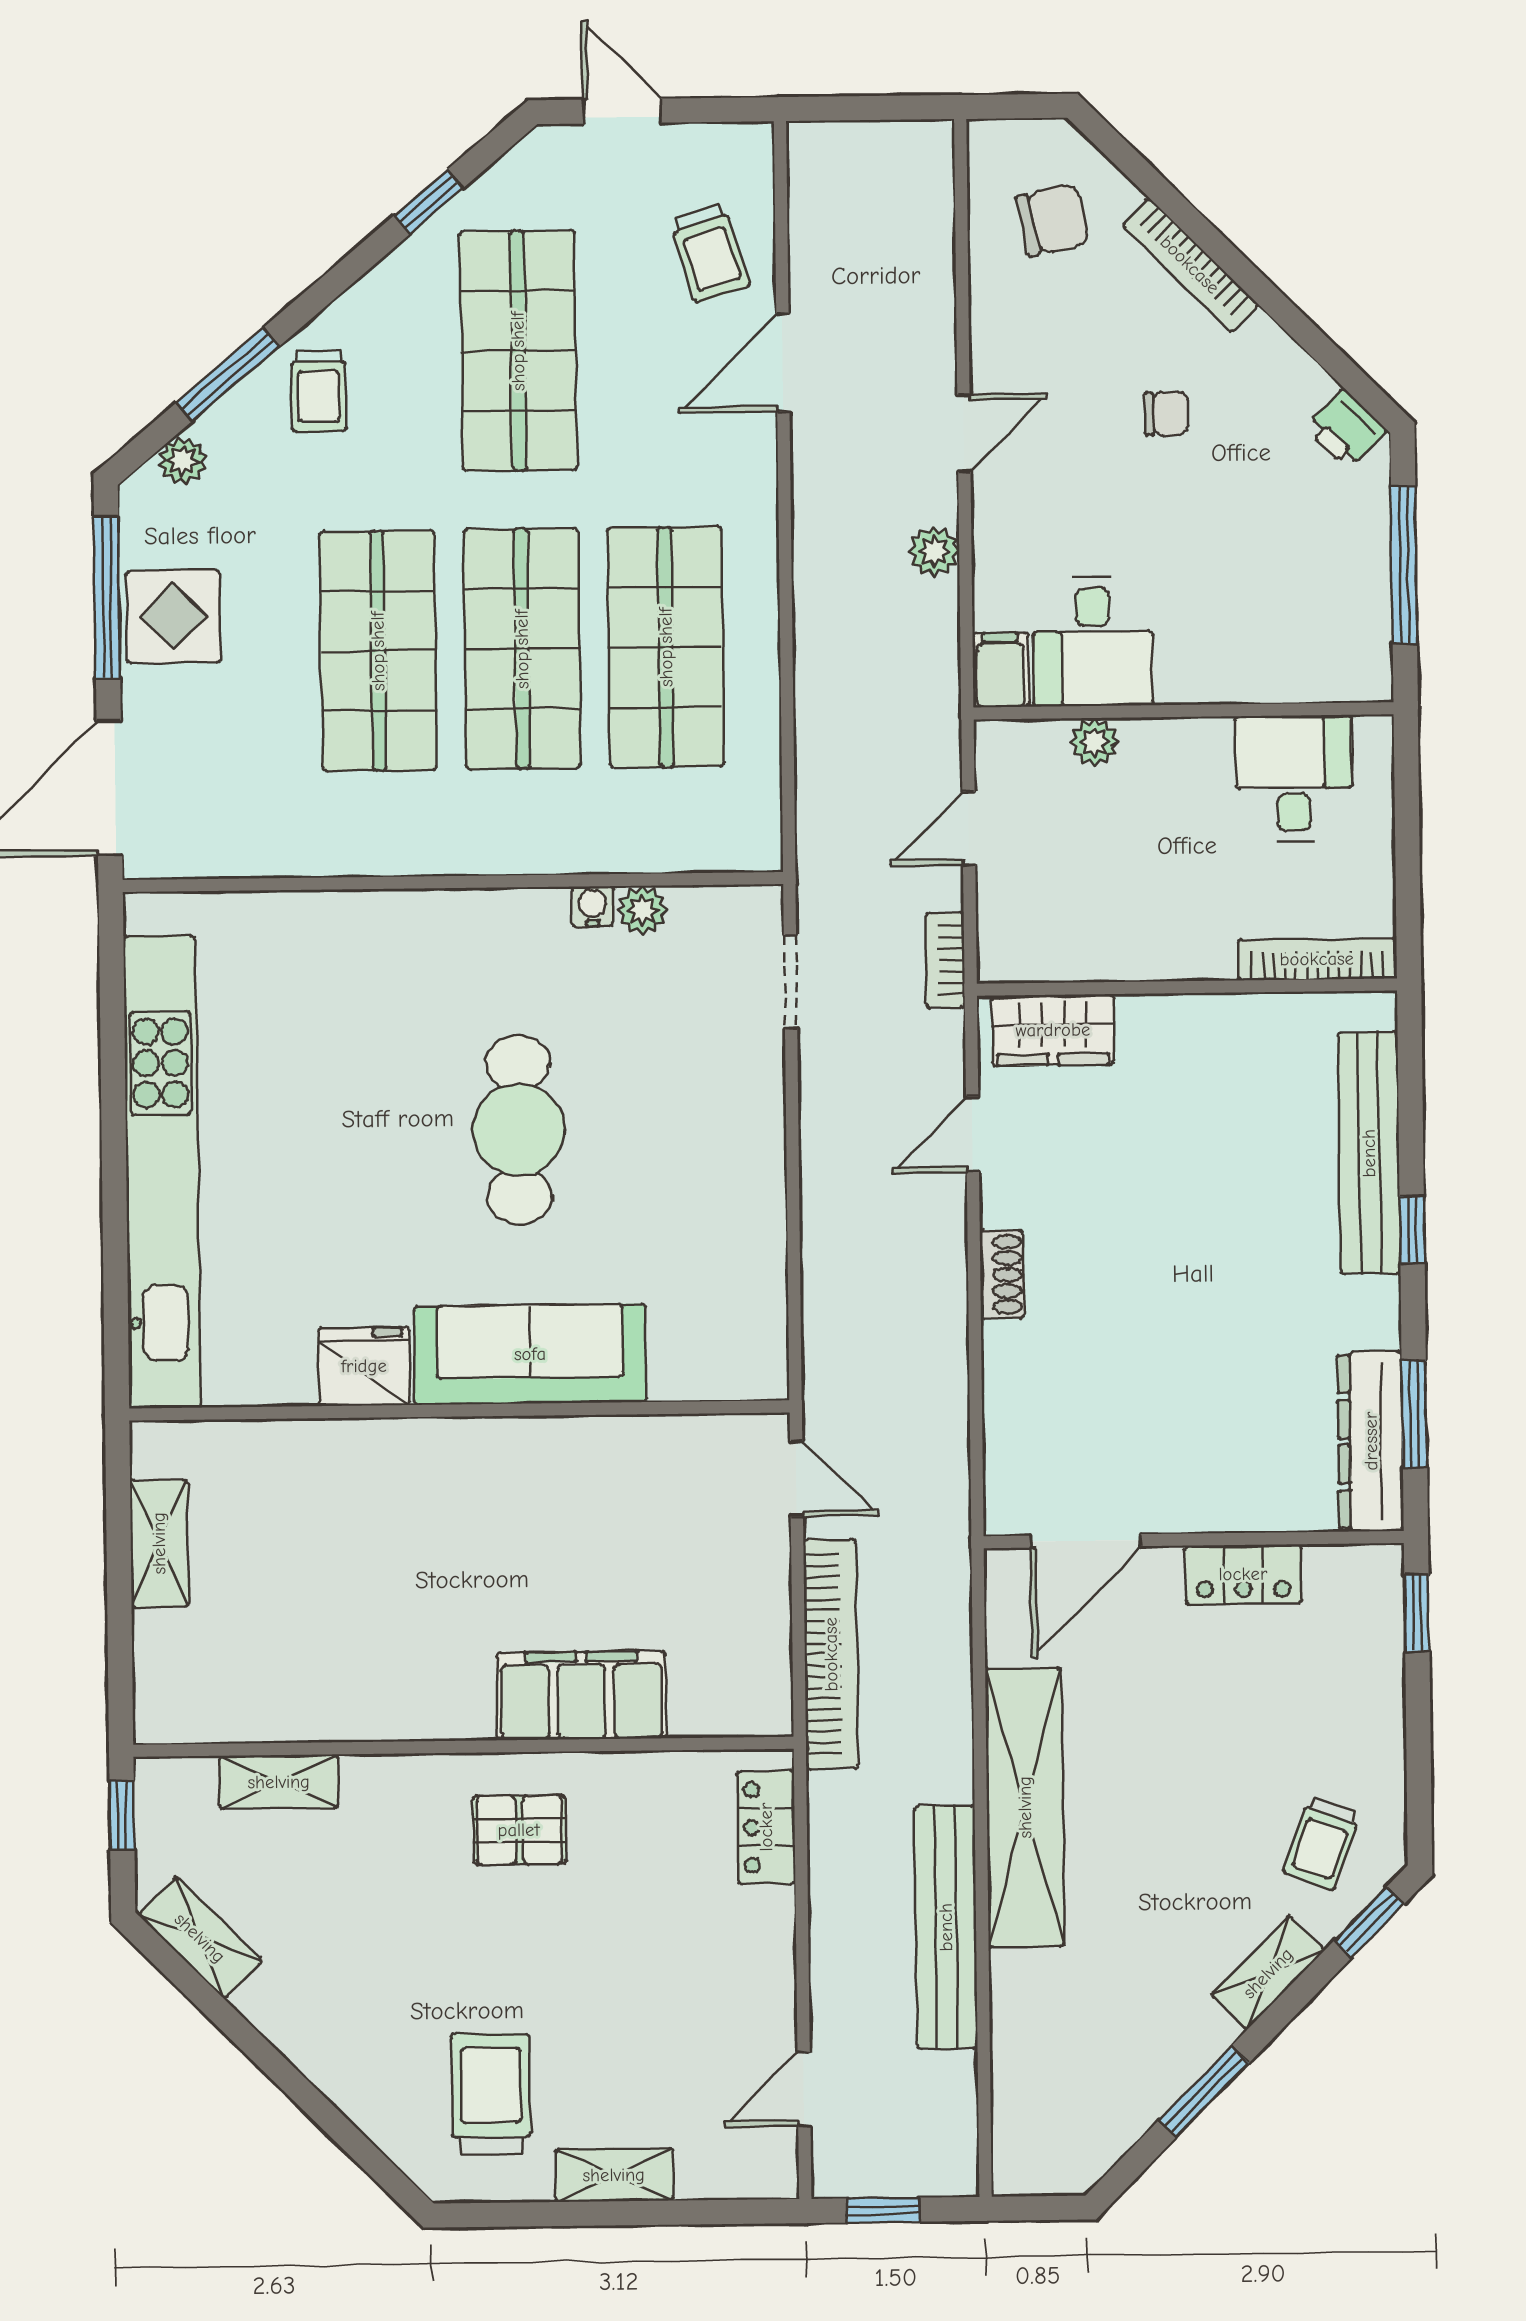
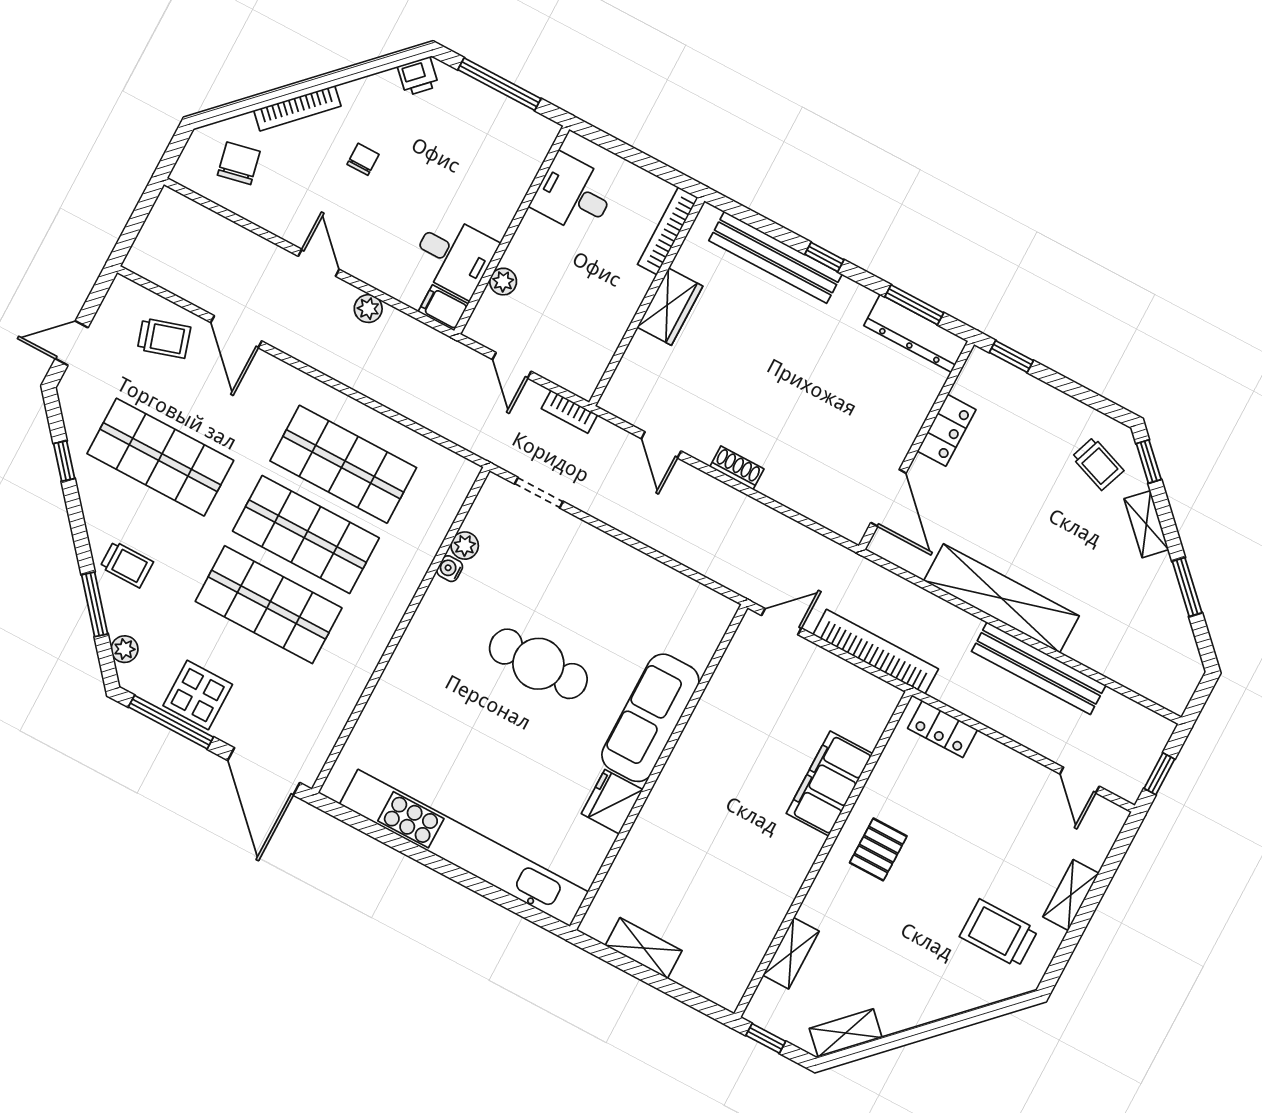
wardrobe: (1053, 1030) -> (670, 307), moved

